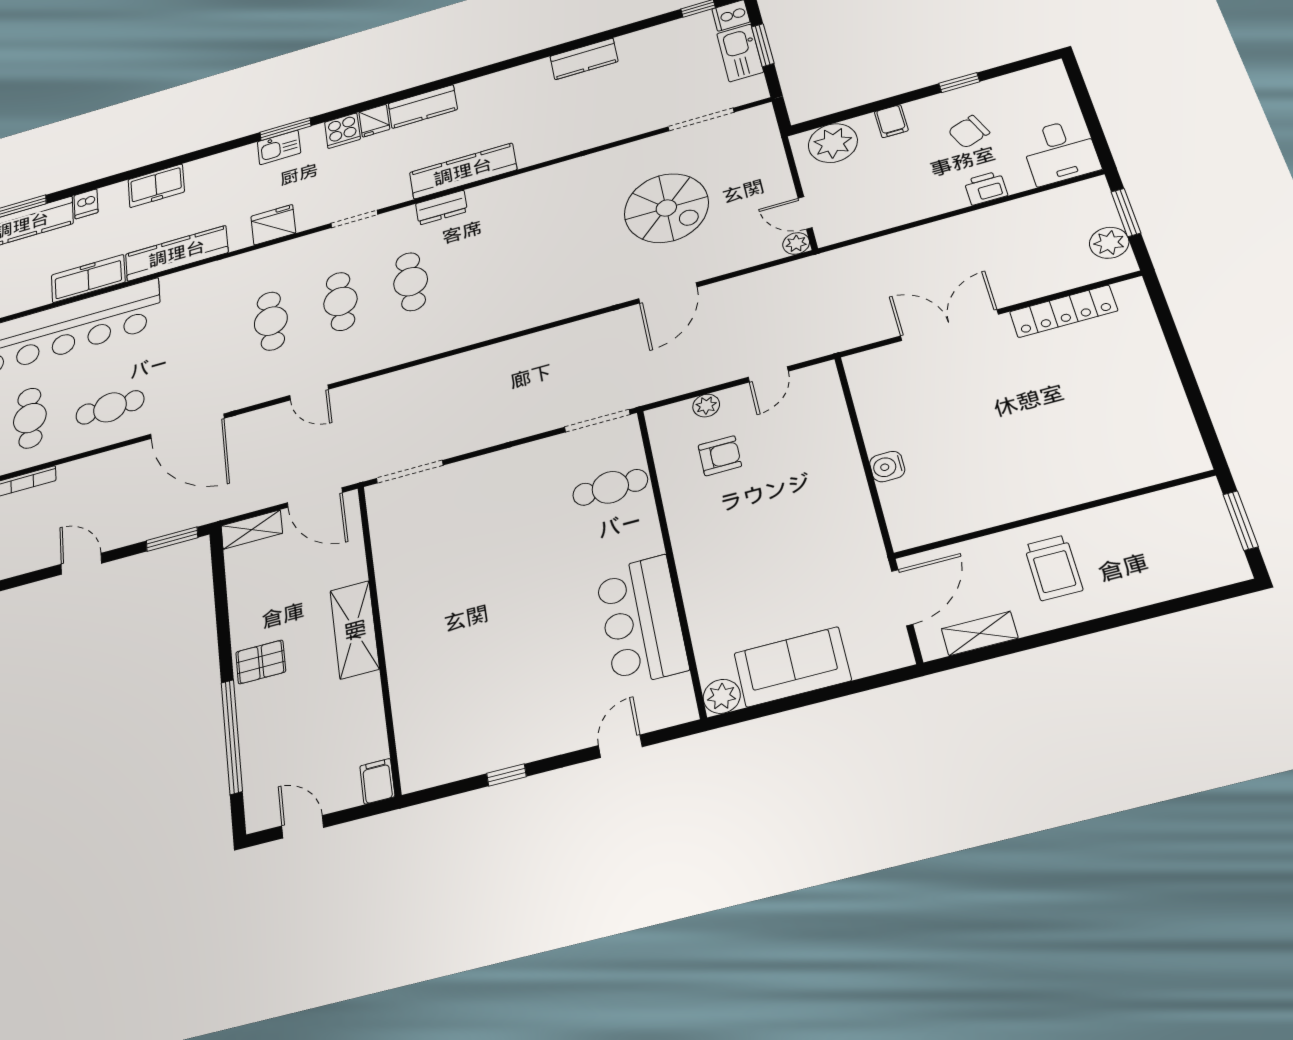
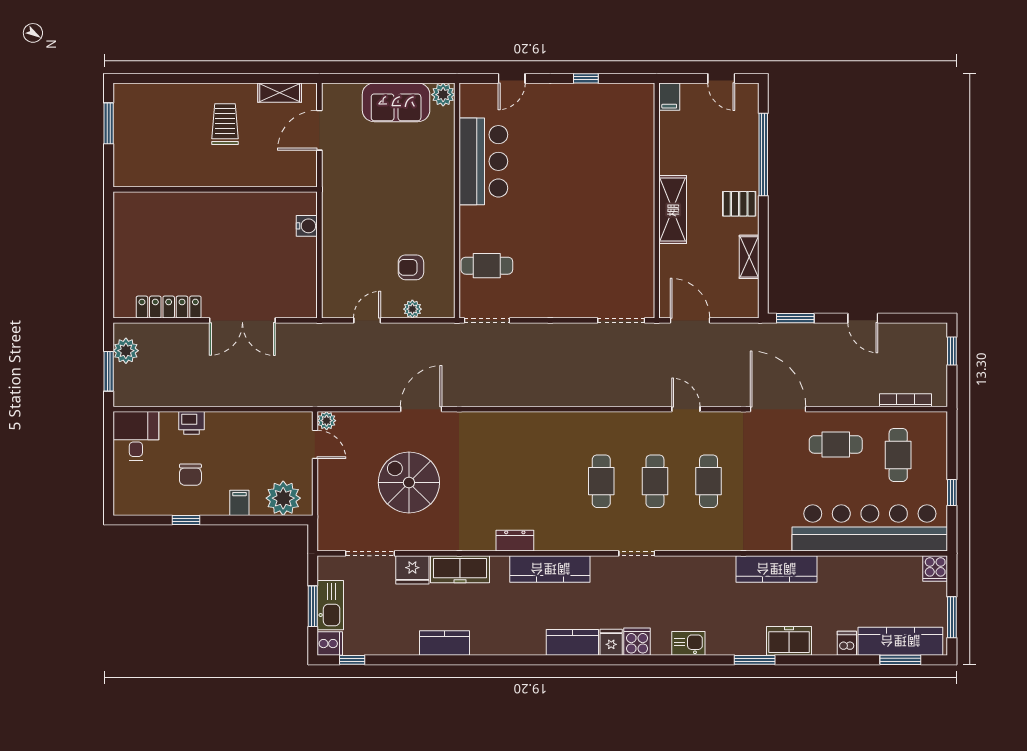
window: (286, 129) -> (755, 660), moved
chair: (969, 132) -> (190, 475), turned 111
dresser: (441, 208) -> (515, 541), moved
fridge: (273, 225) -> (412, 570), moved
freezer: (88, 279) -> (460, 569), moved
wall: (1053, 514) -> (215, 189), moved
shelving: (252, 530) -> (749, 257), moved, turned 90

